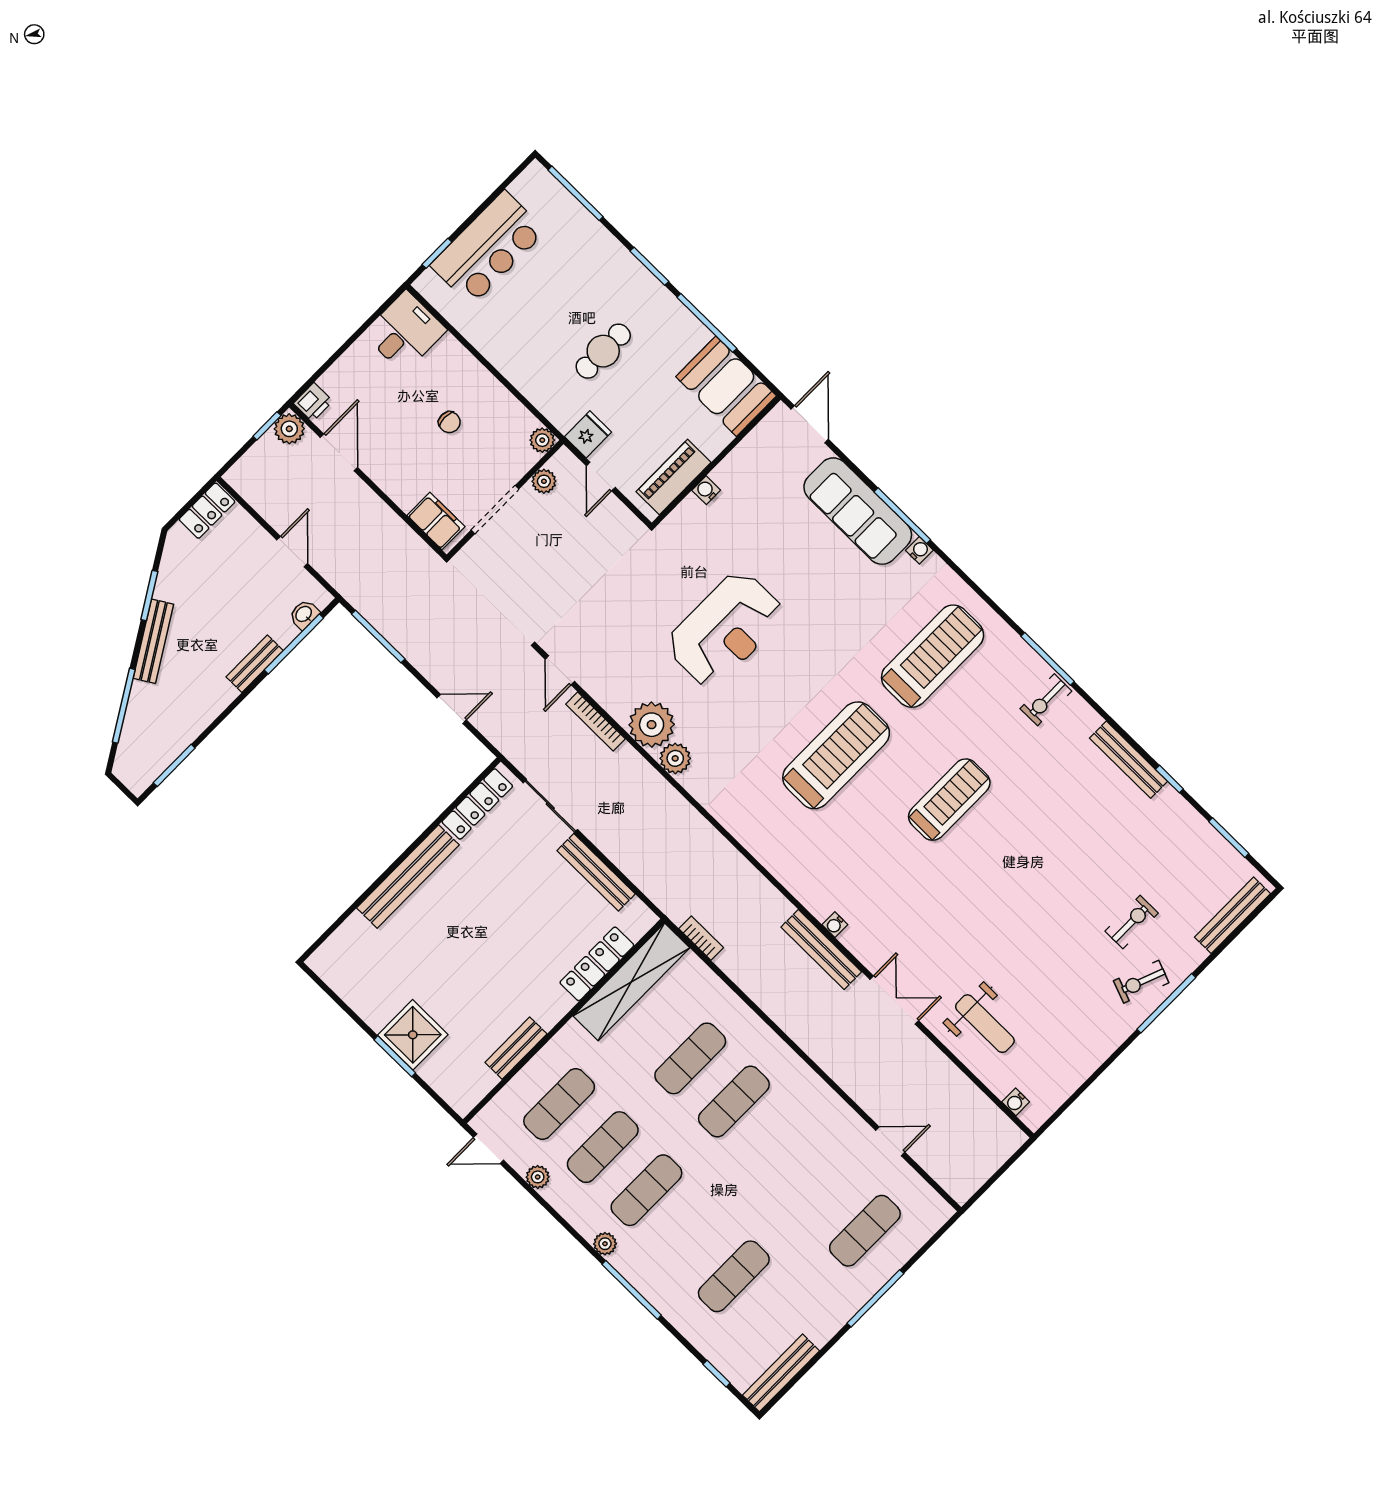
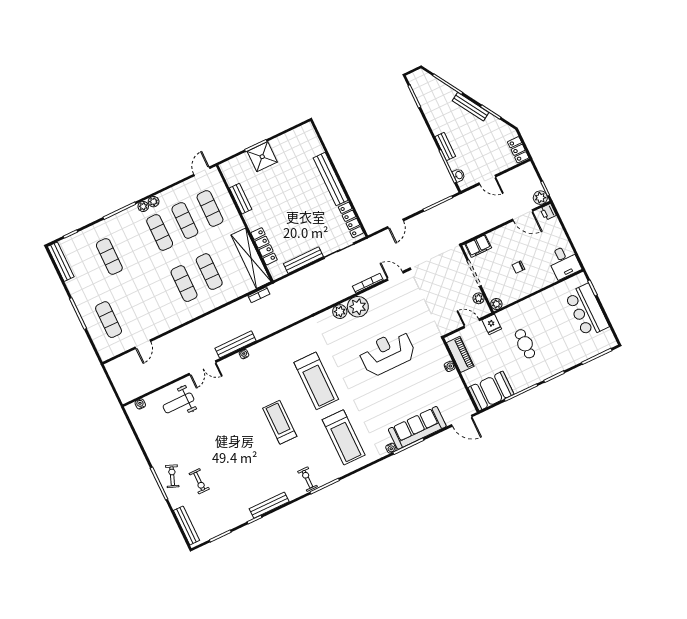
reception desk: (725, 629) -> (387, 353), turned 90
treadmill: (949, 800) -> (280, 422), turned 180
plant: (538, 1177) -> (154, 202), moved

